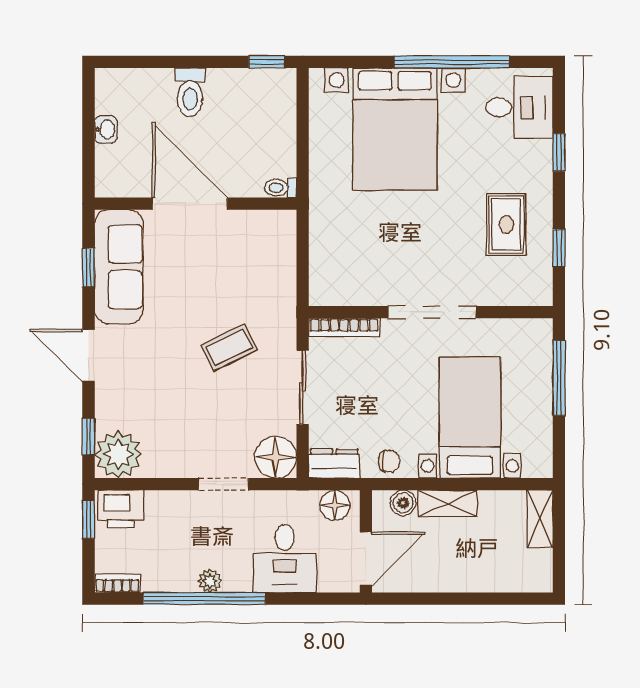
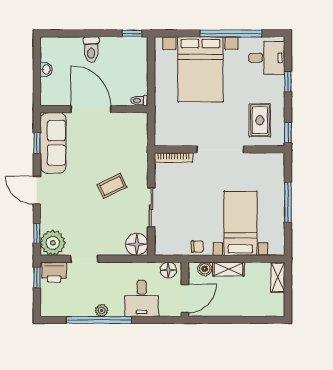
wall: (431, 312) -> (220, 149), moved
doorway: (432, 312) -> (220, 149), moved
bookcase: (344, 327) -> (173, 157), moved
dresser: (334, 464) -> (168, 248), removed
doorway: (223, 484) -> (84, 259), moved
bookcase: (117, 583) -> (52, 312), removed

